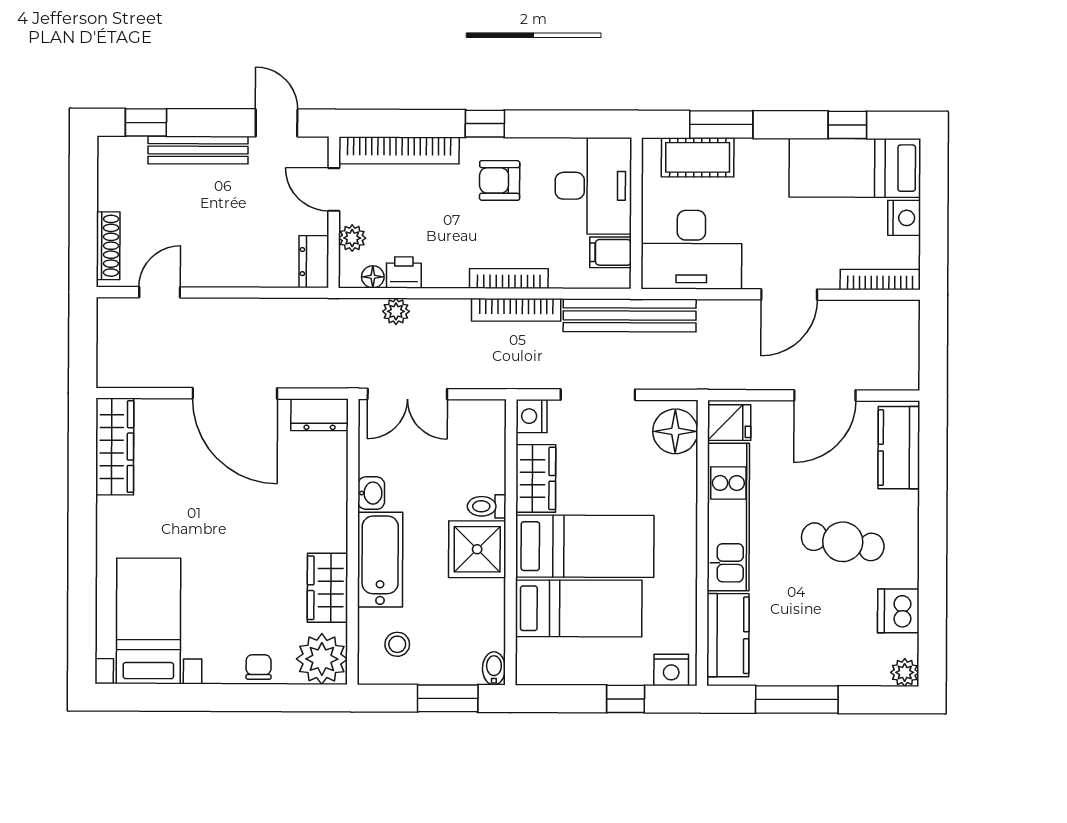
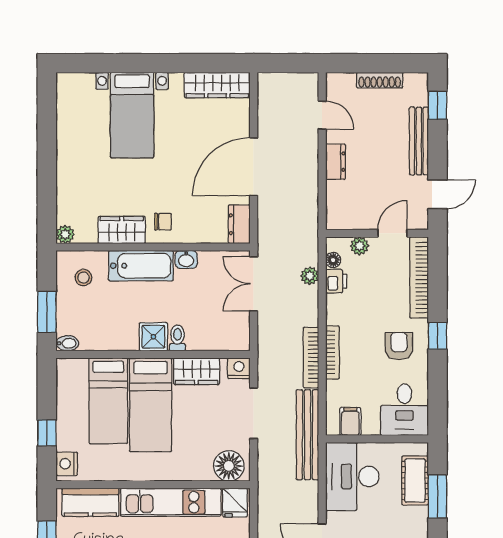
desk: (593, 186) -> (404, 410), width x0.73
shoe rack: (108, 246) -> (380, 80), moved
dresser: (314, 262) -> (336, 162), moved, turned 90
shower: (477, 549) -> (153, 337), width x0.73, depth x0.73
bed with nightstands: (149, 621) -> (132, 115), moved, turned 90
plant: (322, 659) -> (65, 234), width x0.53, depth x0.53
chair: (259, 667) -> (163, 222), moved

